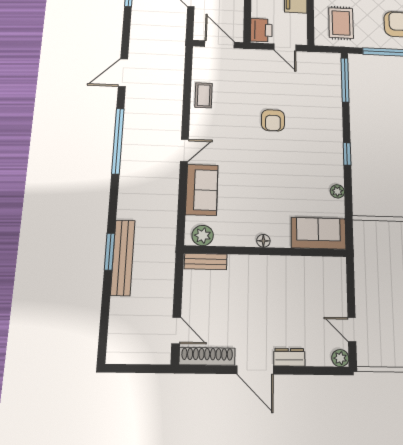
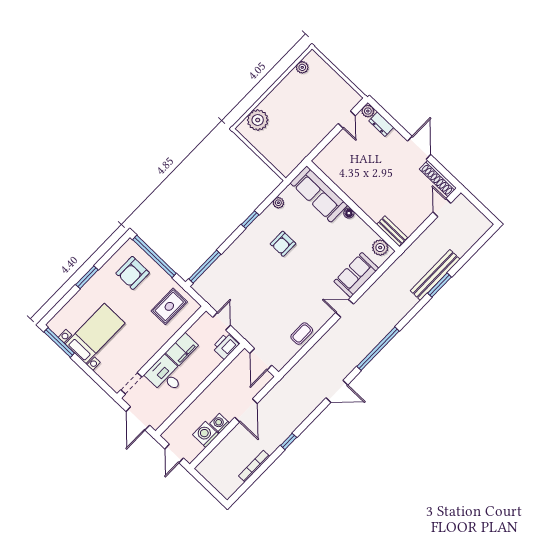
armchair: (273, 120) -> (283, 244), moved, turned 180
sofa: (318, 233) -> (319, 194), width x1.36
dresser: (289, 357) -> (381, 124), moved

